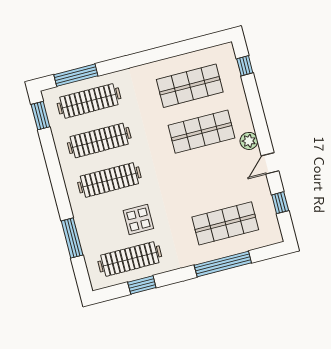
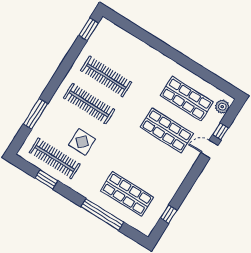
window: (245, 66) -> (221, 131), moved
window: (76, 75) -> (131, 28), removed
clothes rail: (89, 101) -> (123, 49), removed
plant: (249, 141) -> (222, 107), moved
door: (270, 163) -> (209, 149), moved

